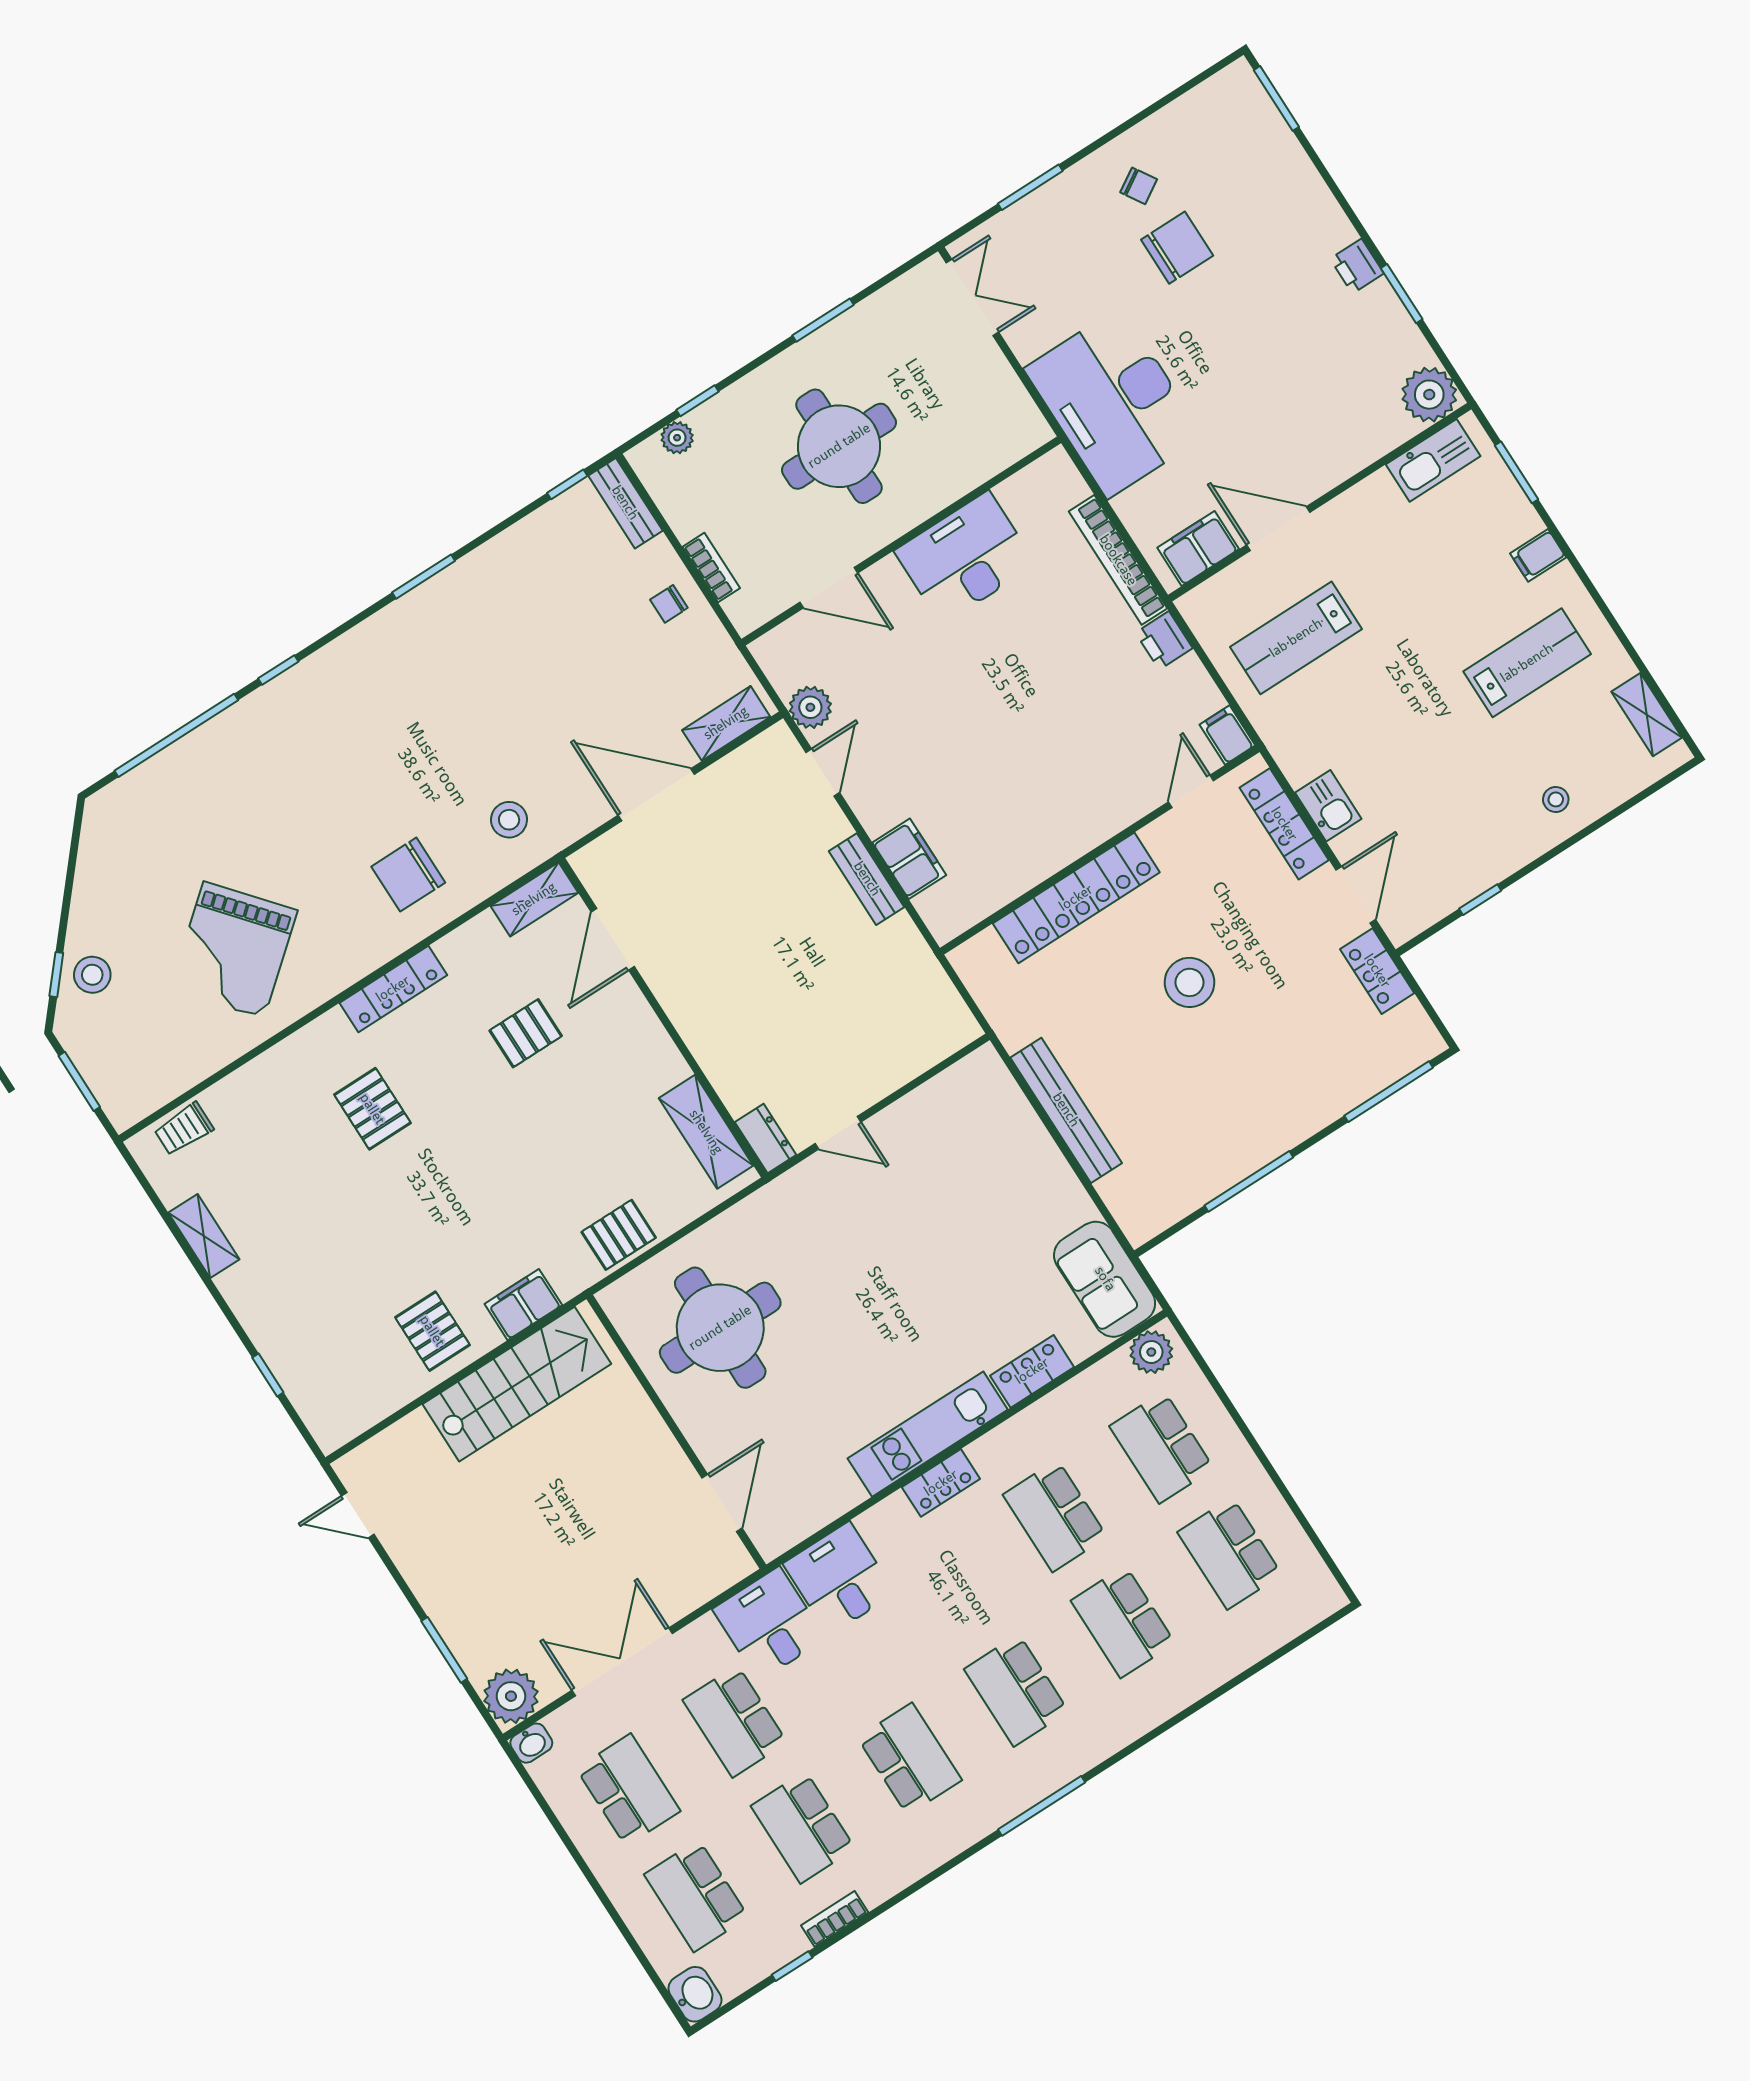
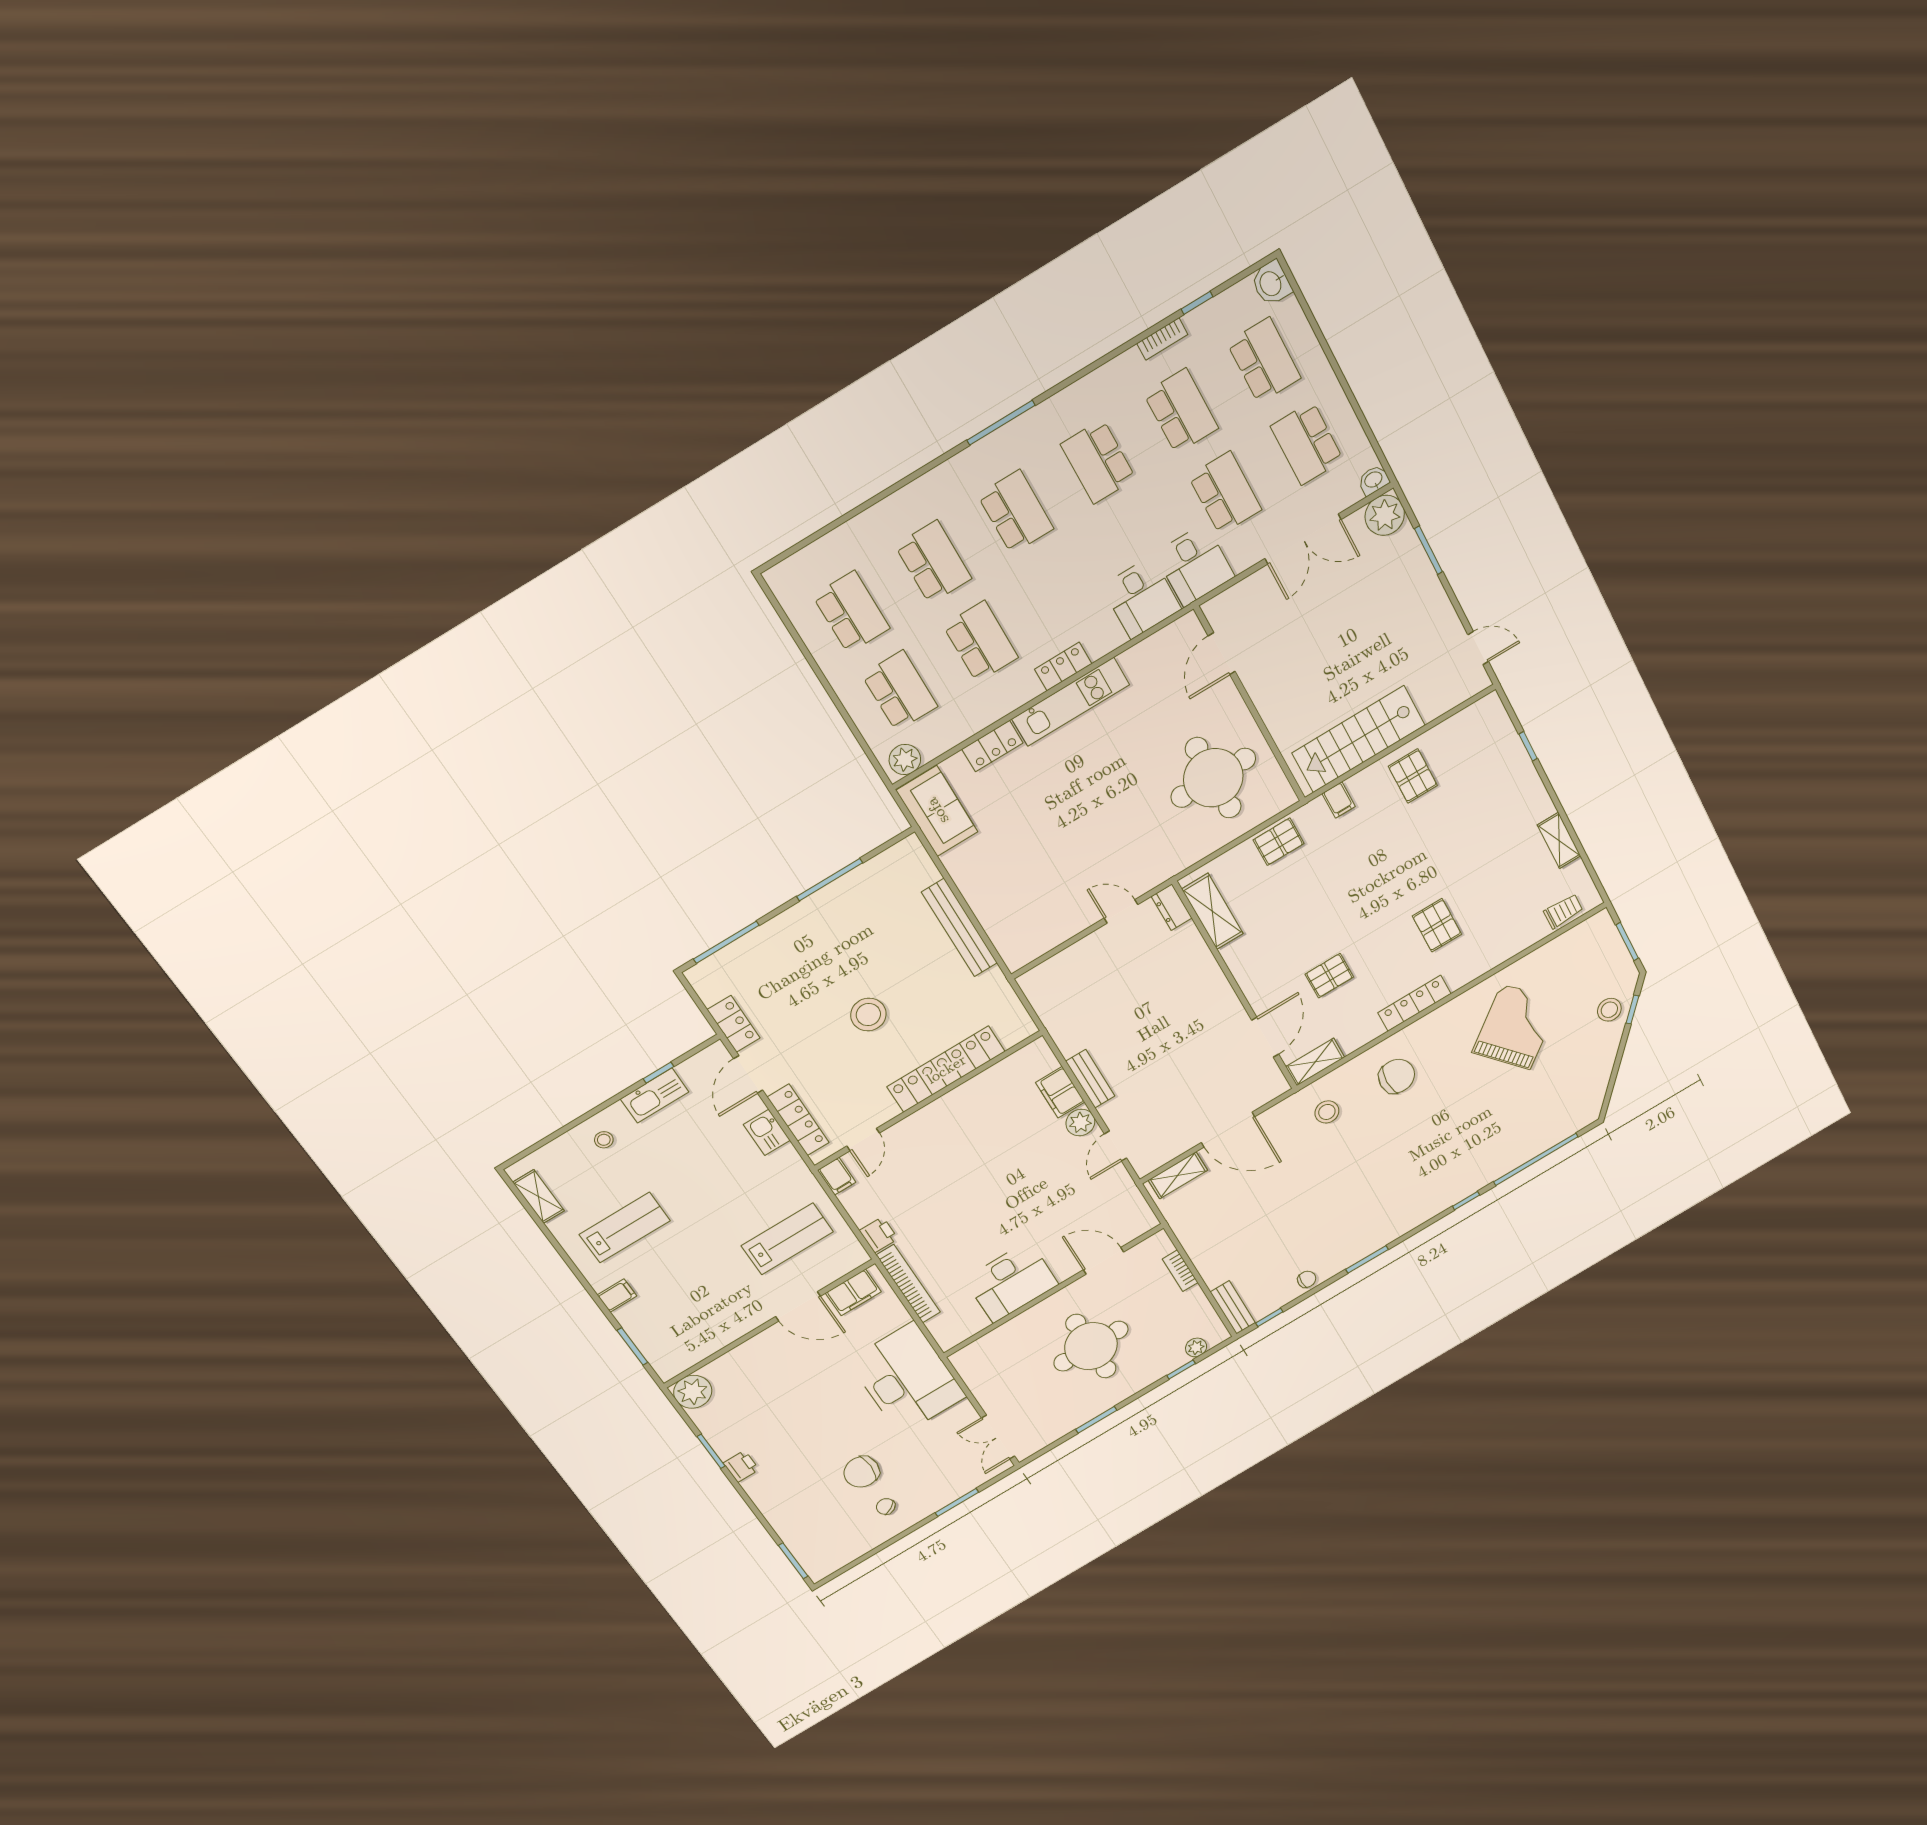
kitchen sink: (1433, 460) -> (655, 1096), moved, turned 180
chair: (669, 604) -> (1307, 1279), moved
lab bench: (1527, 663) -> (625, 1228), turned 180
plant: (810, 707) -> (1080, 1123), moved
filing cabinet: (523, 1305) -> (1339, 800), width x0.50

